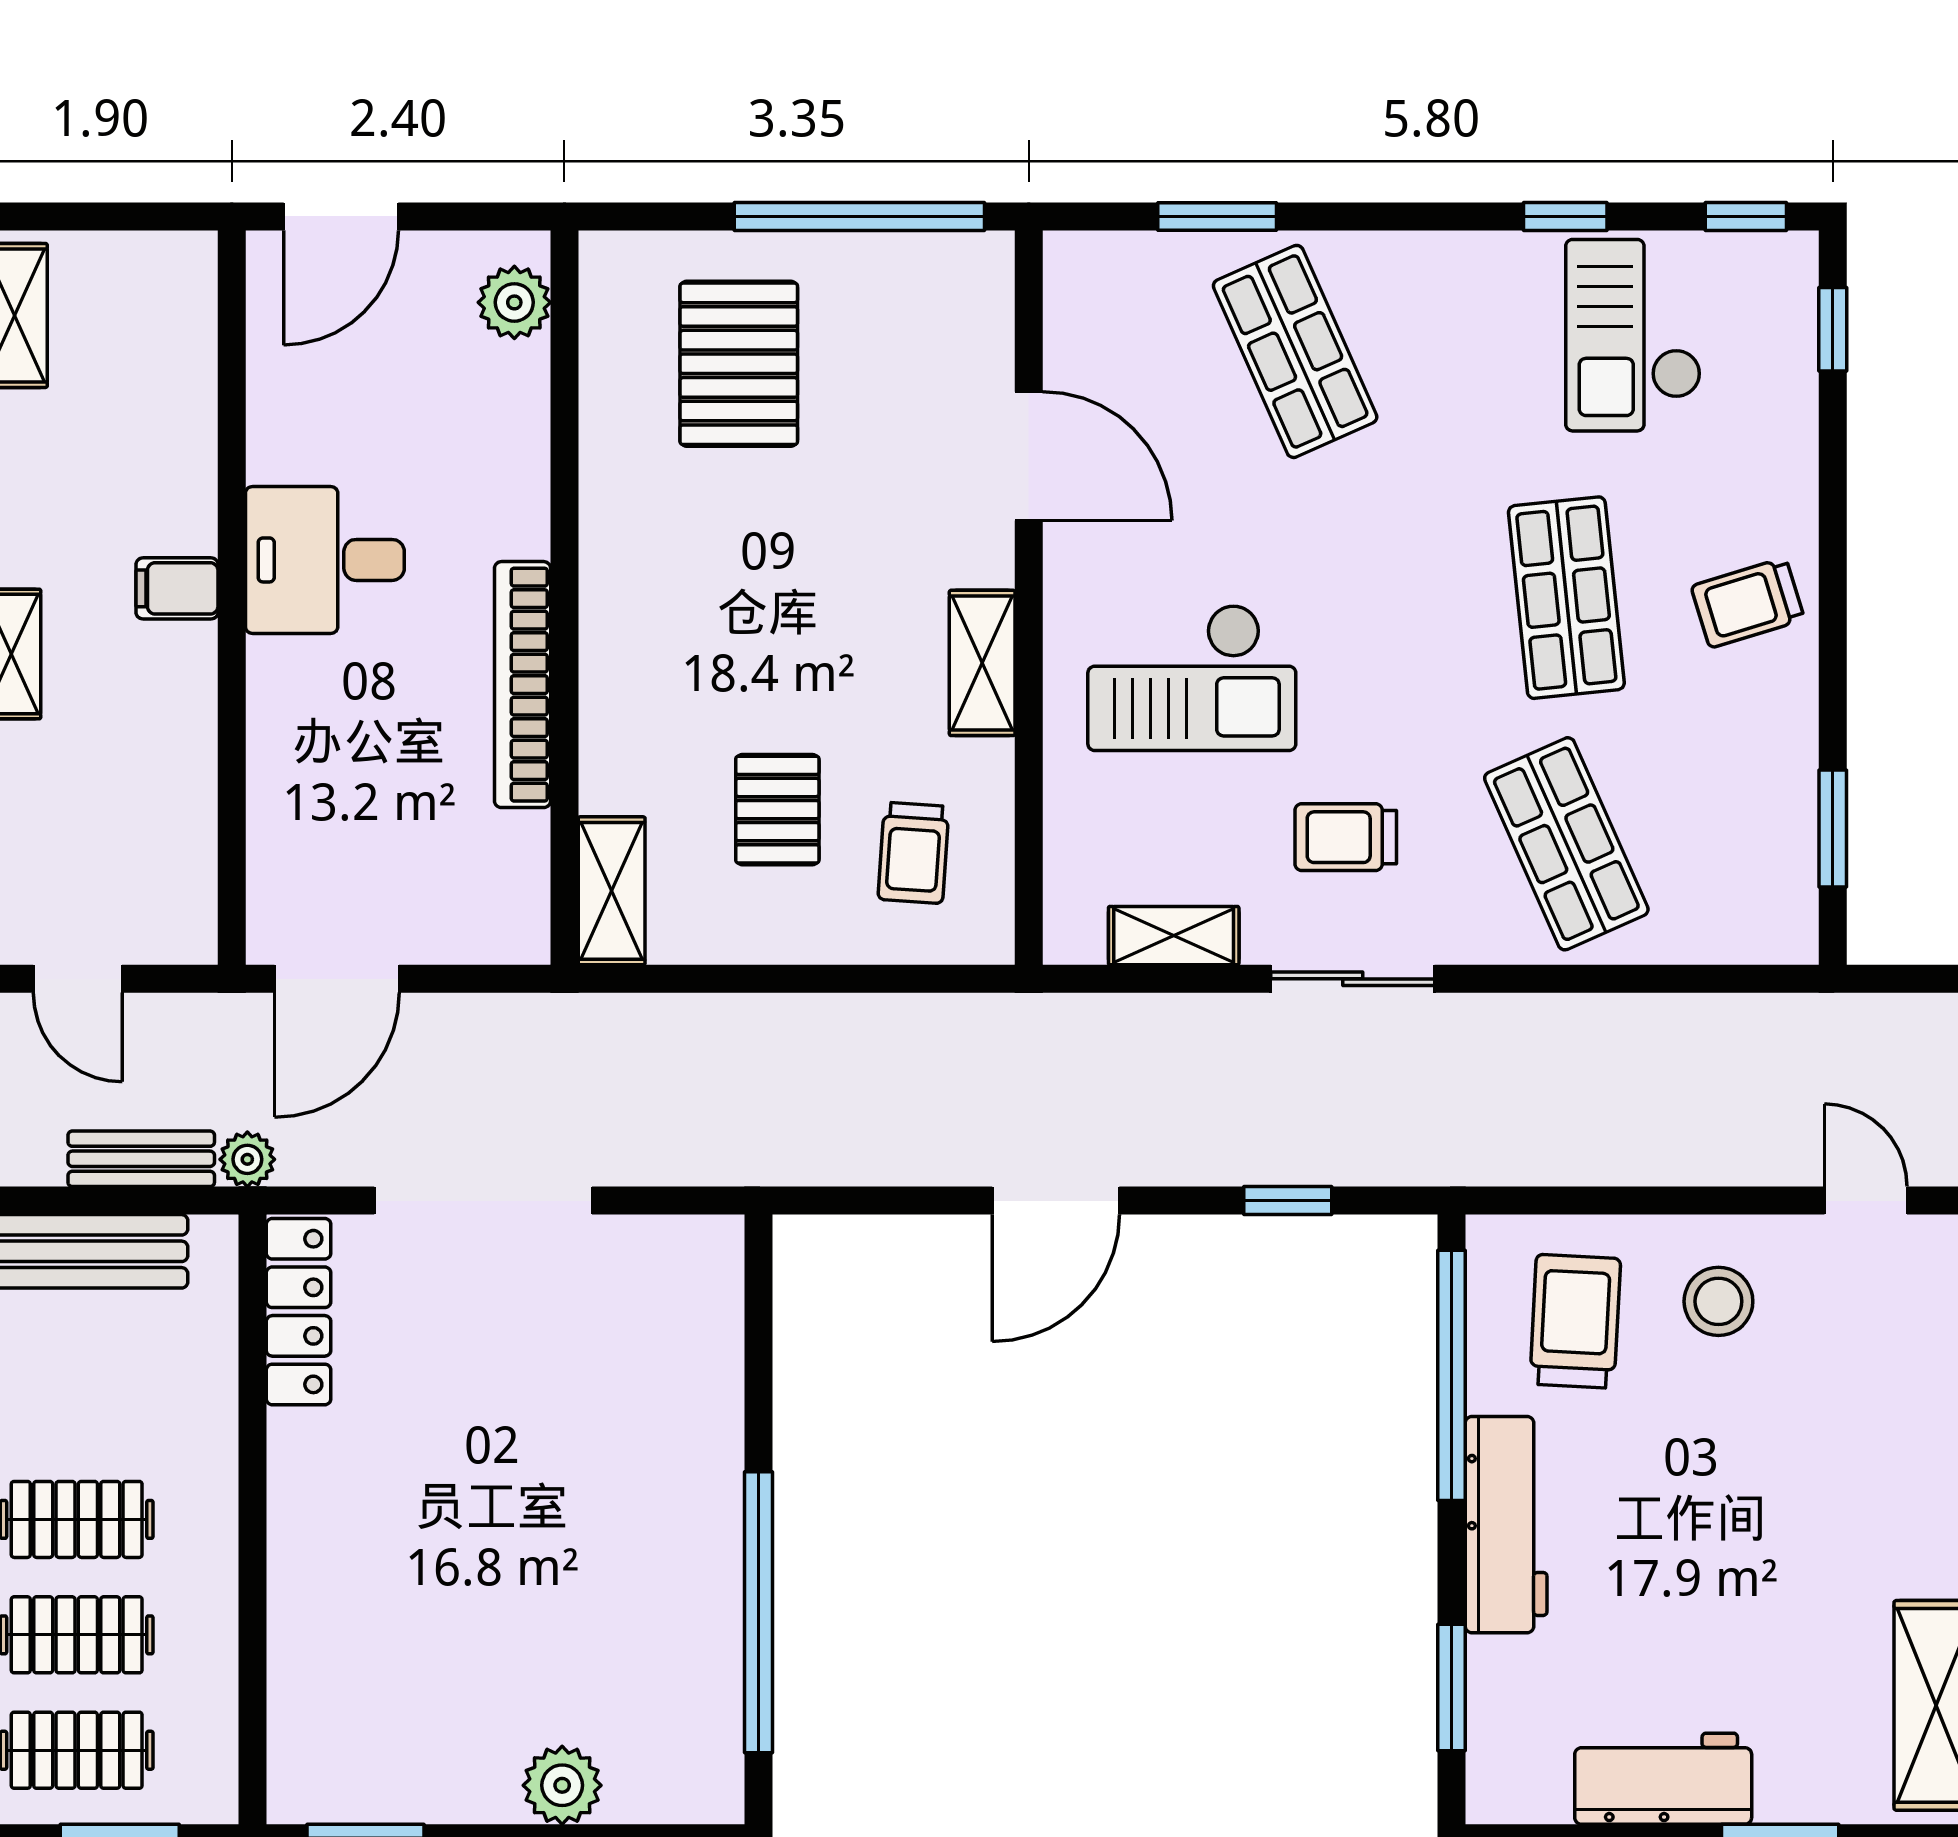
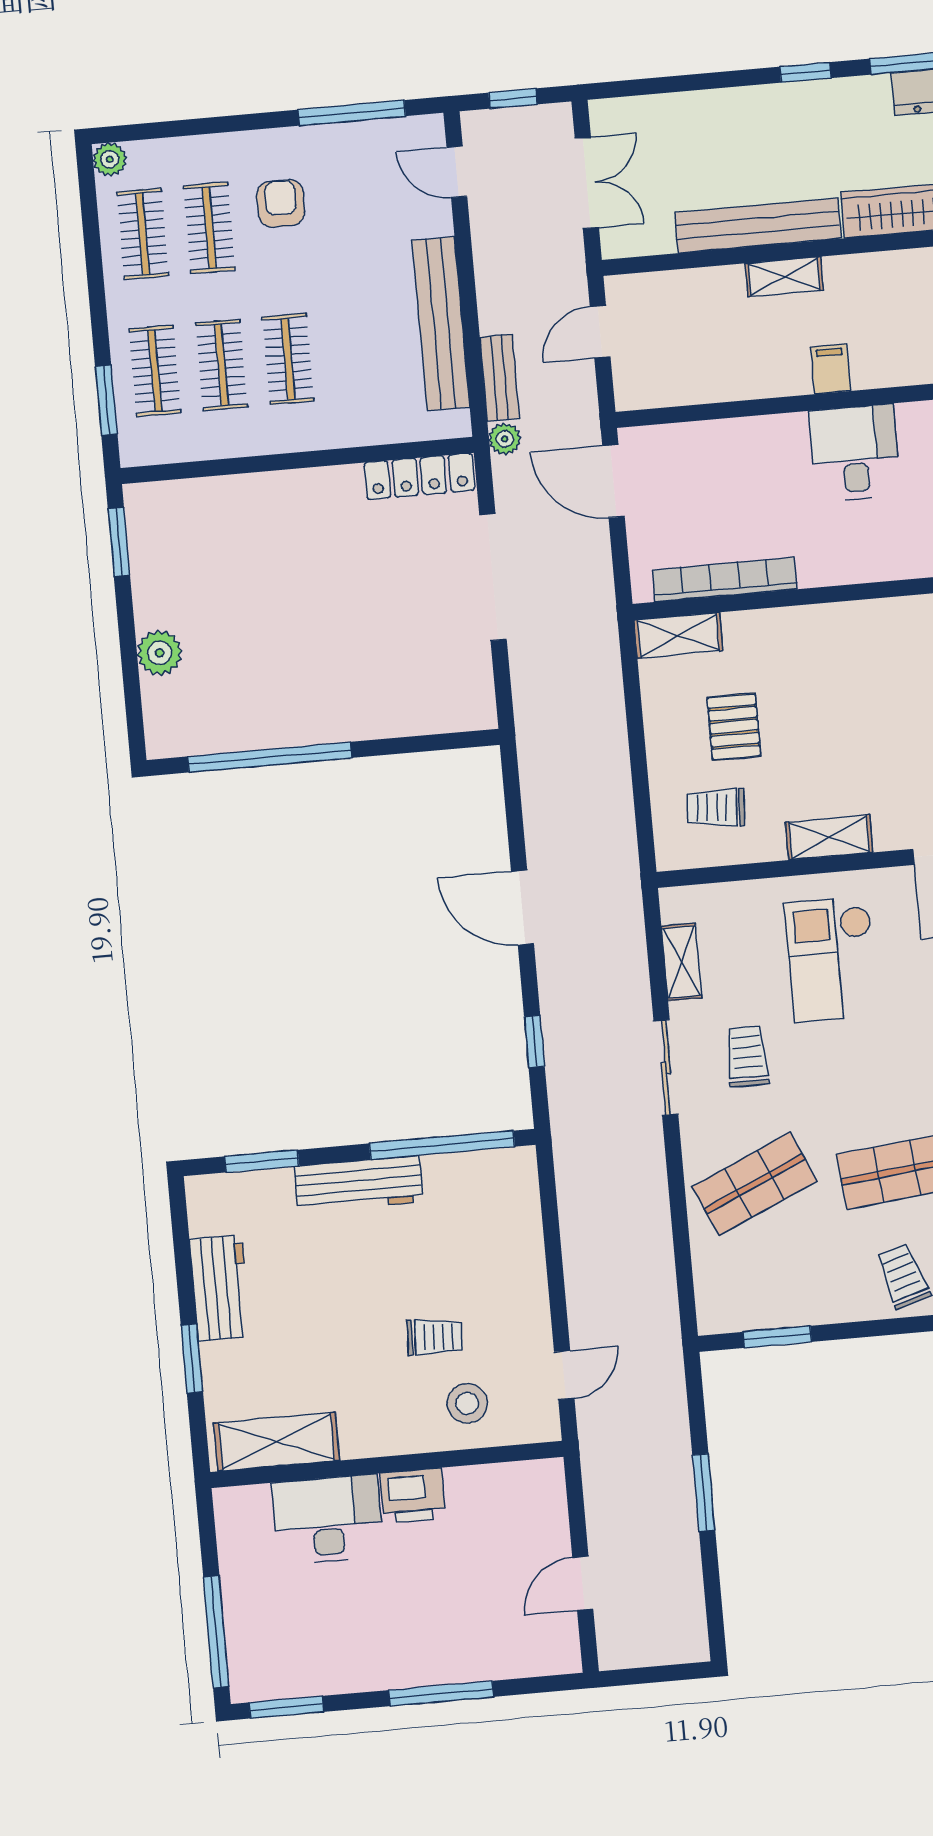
bookcase: (523, 685) -> (725, 579), moved
pallet: (777, 810) -> (734, 727), turned 90
stool: (1718, 1301) -> (467, 1403), moved
trolley: (1575, 1321) -> (435, 1337), moved, width x0.73, depth x0.72

